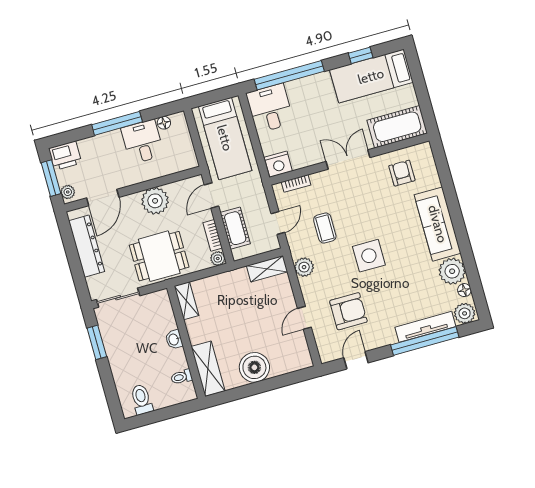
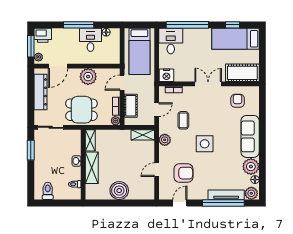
shelving: (208, 369) -> (92, 168), moved

